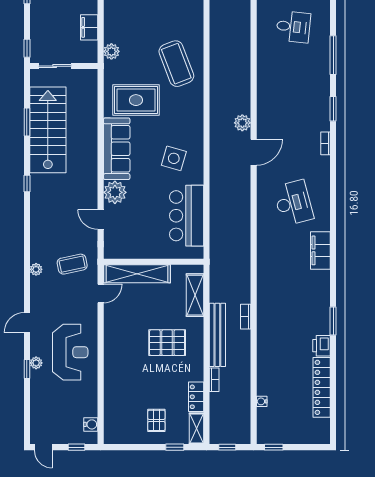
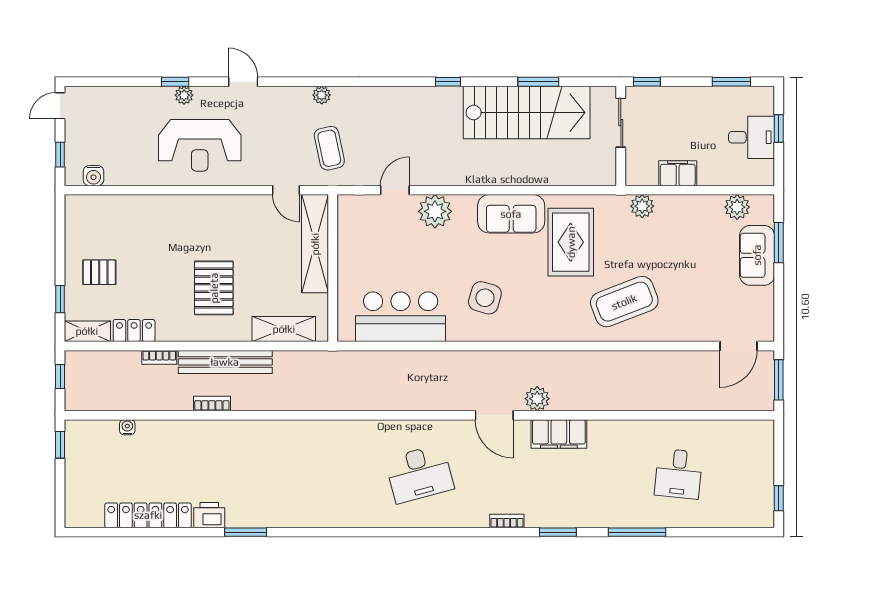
sofa: (117, 149) -> (511, 214), width x0.73
filing cabinet: (320, 250) -> (559, 434), moved, turned 180
bookcase: (246, 317) -> (212, 404), moved

